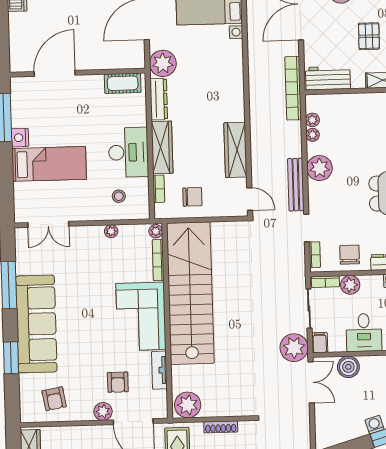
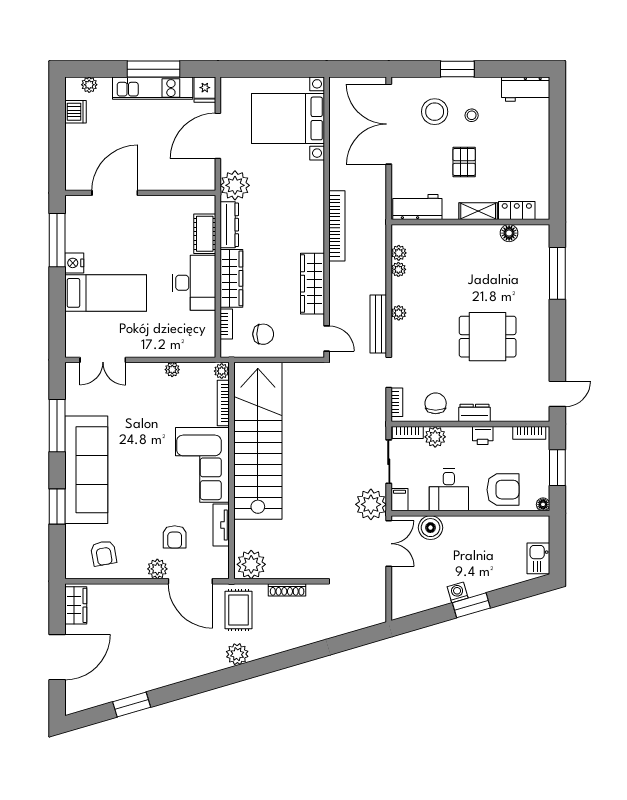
cot: (123, 83) -> (205, 234), moved, turned 90
bookcase: (293, 88) -> (337, 226), moved, turned 180
plant: (320, 168) -> (399, 313), width x0.53, depth x0.53
stool: (119, 196) -> (182, 331), removed

